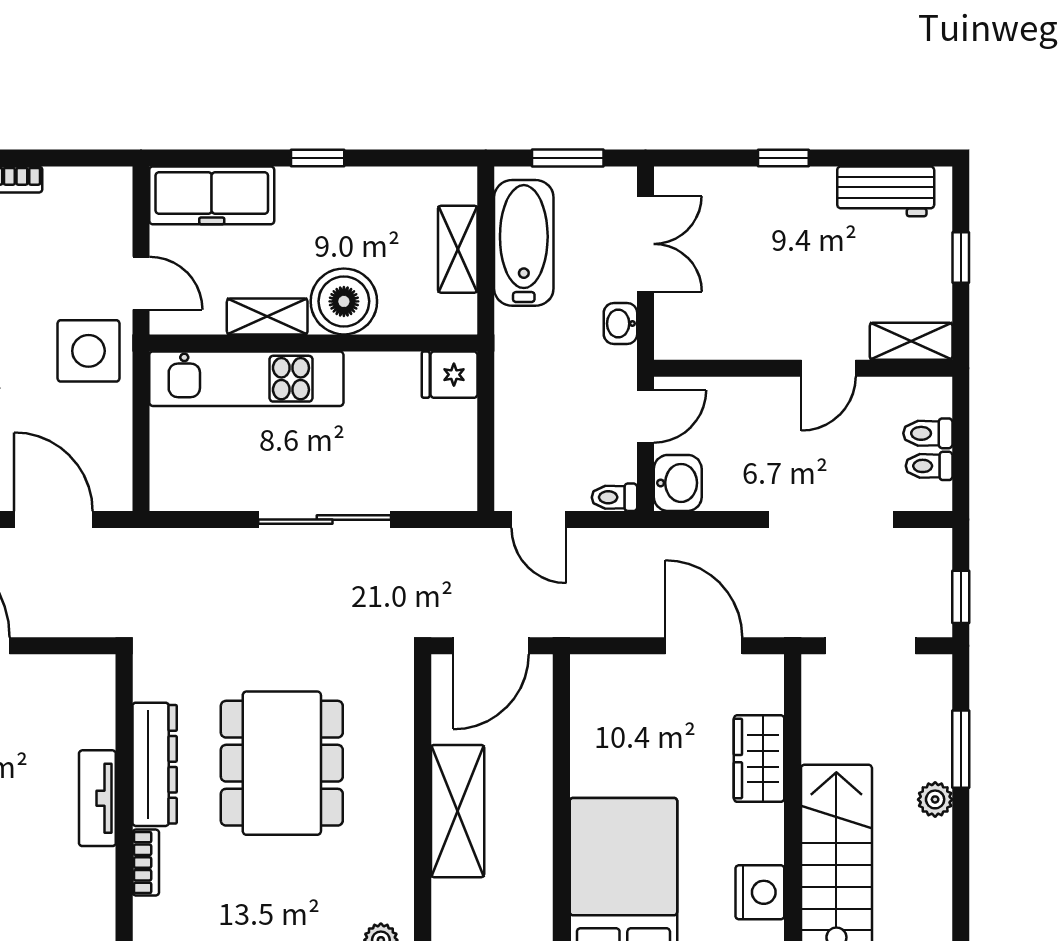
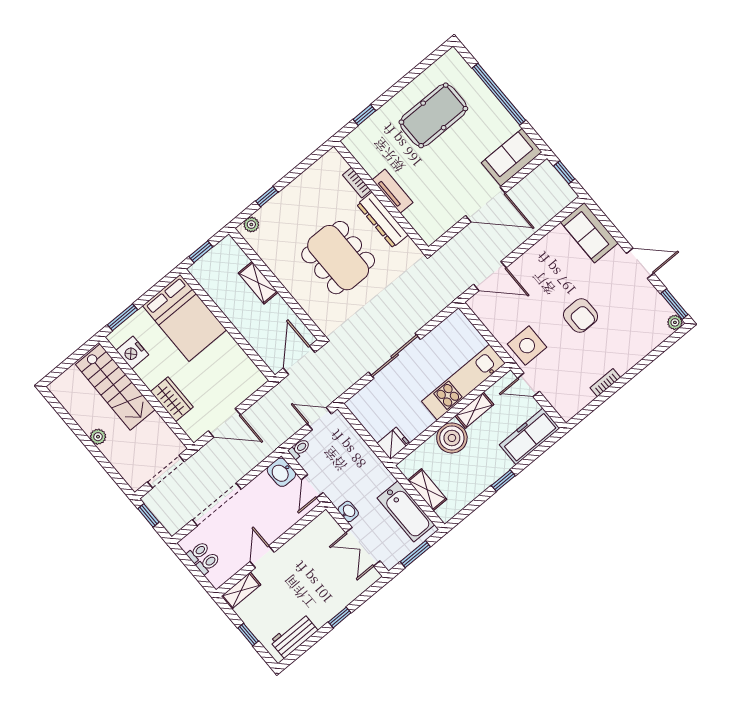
window: (961, 749) -> (104, 462), removed
shelving: (458, 811) -> (258, 283), width x0.67, depth x0.75

